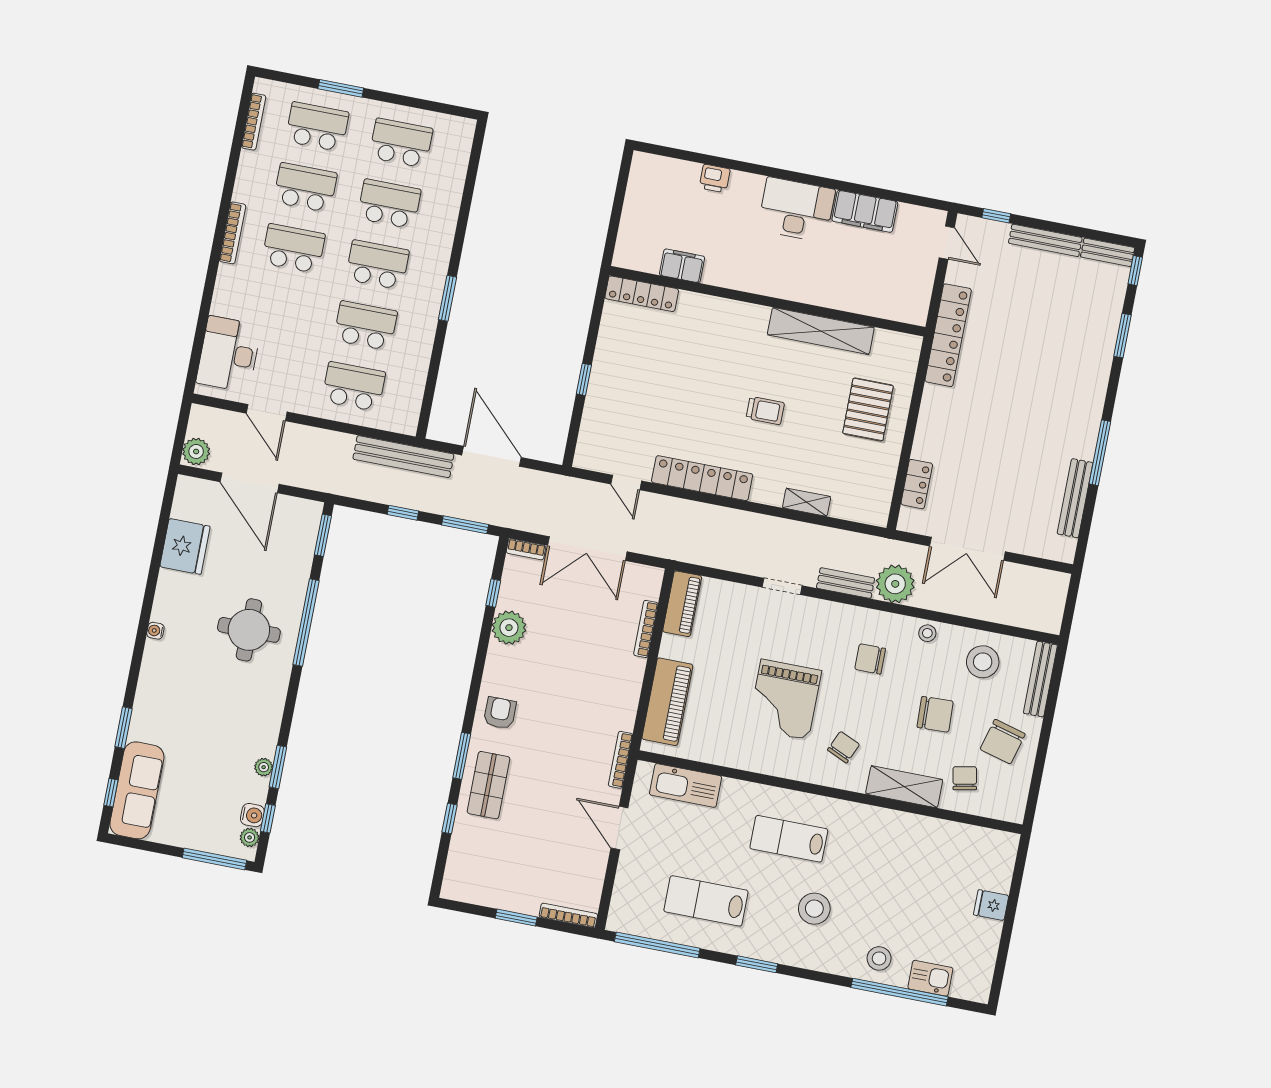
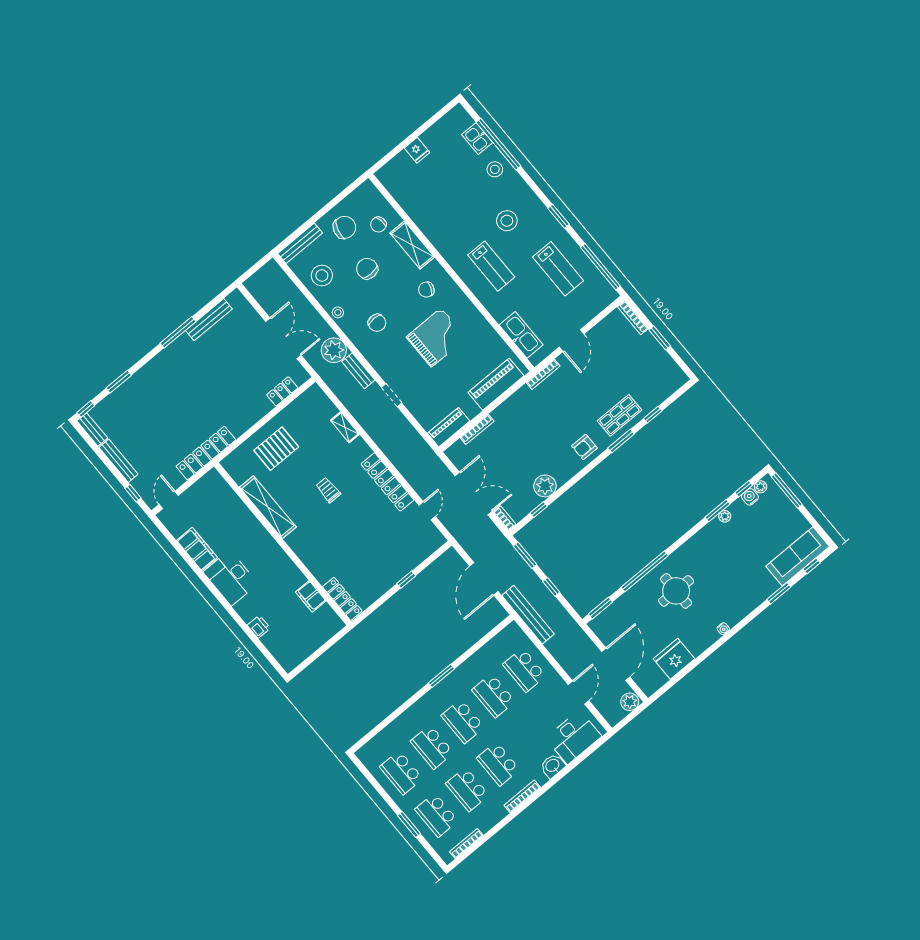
washbasin: (226, 299) -> (553, 766), added

